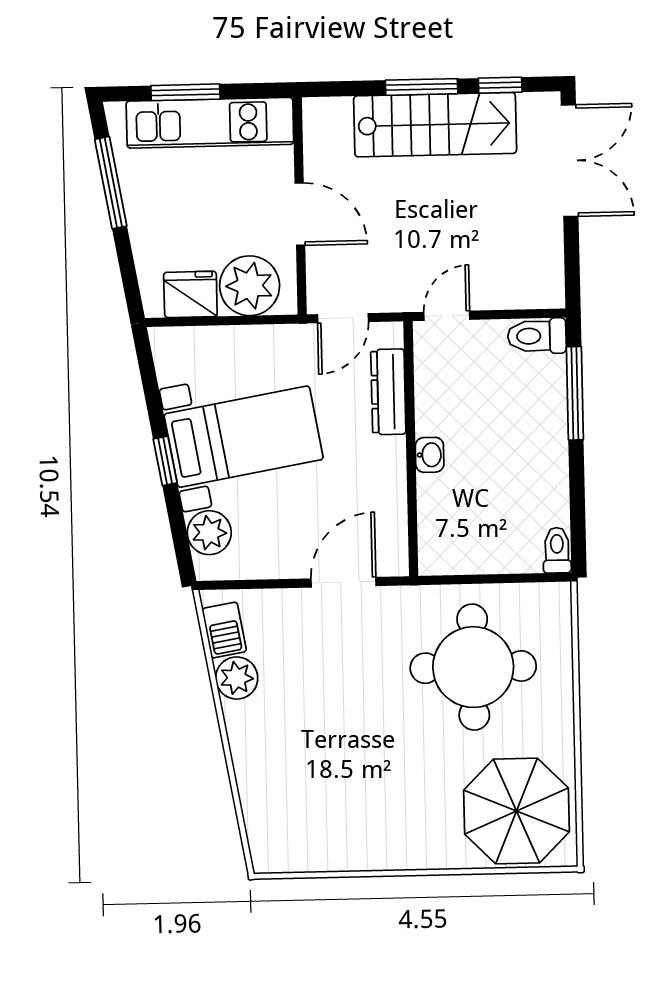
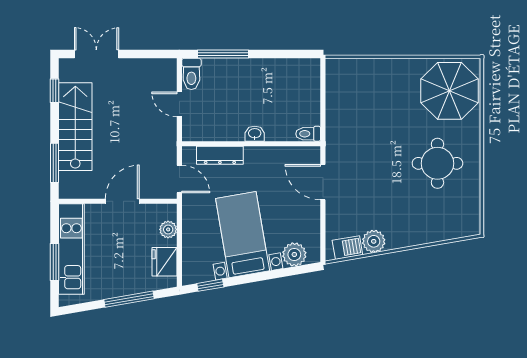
window: (422, 87) -> (55, 163), moved
double door: (570, 161) -> (96, 54), width x0.73
window: (111, 183) -> (129, 299), moved
plant: (250, 286) -> (168, 229), width x0.53, depth x0.53
door: (447, 316) -> (179, 104), moved
window: (165, 461) -> (210, 285), moved
toilet: (557, 550) -> (308, 134), moved
round table: (473, 667) -> (437, 163), moved, width x0.73, depth x0.73

